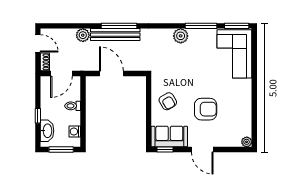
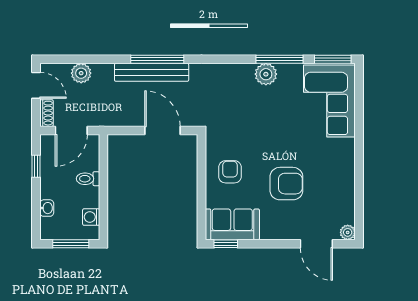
plant: (83, 35) -> (81, 73), moved
plant: (181, 36) -> (266, 74), moved
door: (111, 74) -> (162, 130), moved
armchair: (168, 101) -> (230, 172), turned -150
window: (38, 116) -> (36, 166), moved
washbasin: (47, 131) -> (47, 208), width x0.52, depth x0.69
door: (202, 150) -> (316, 244), moved

